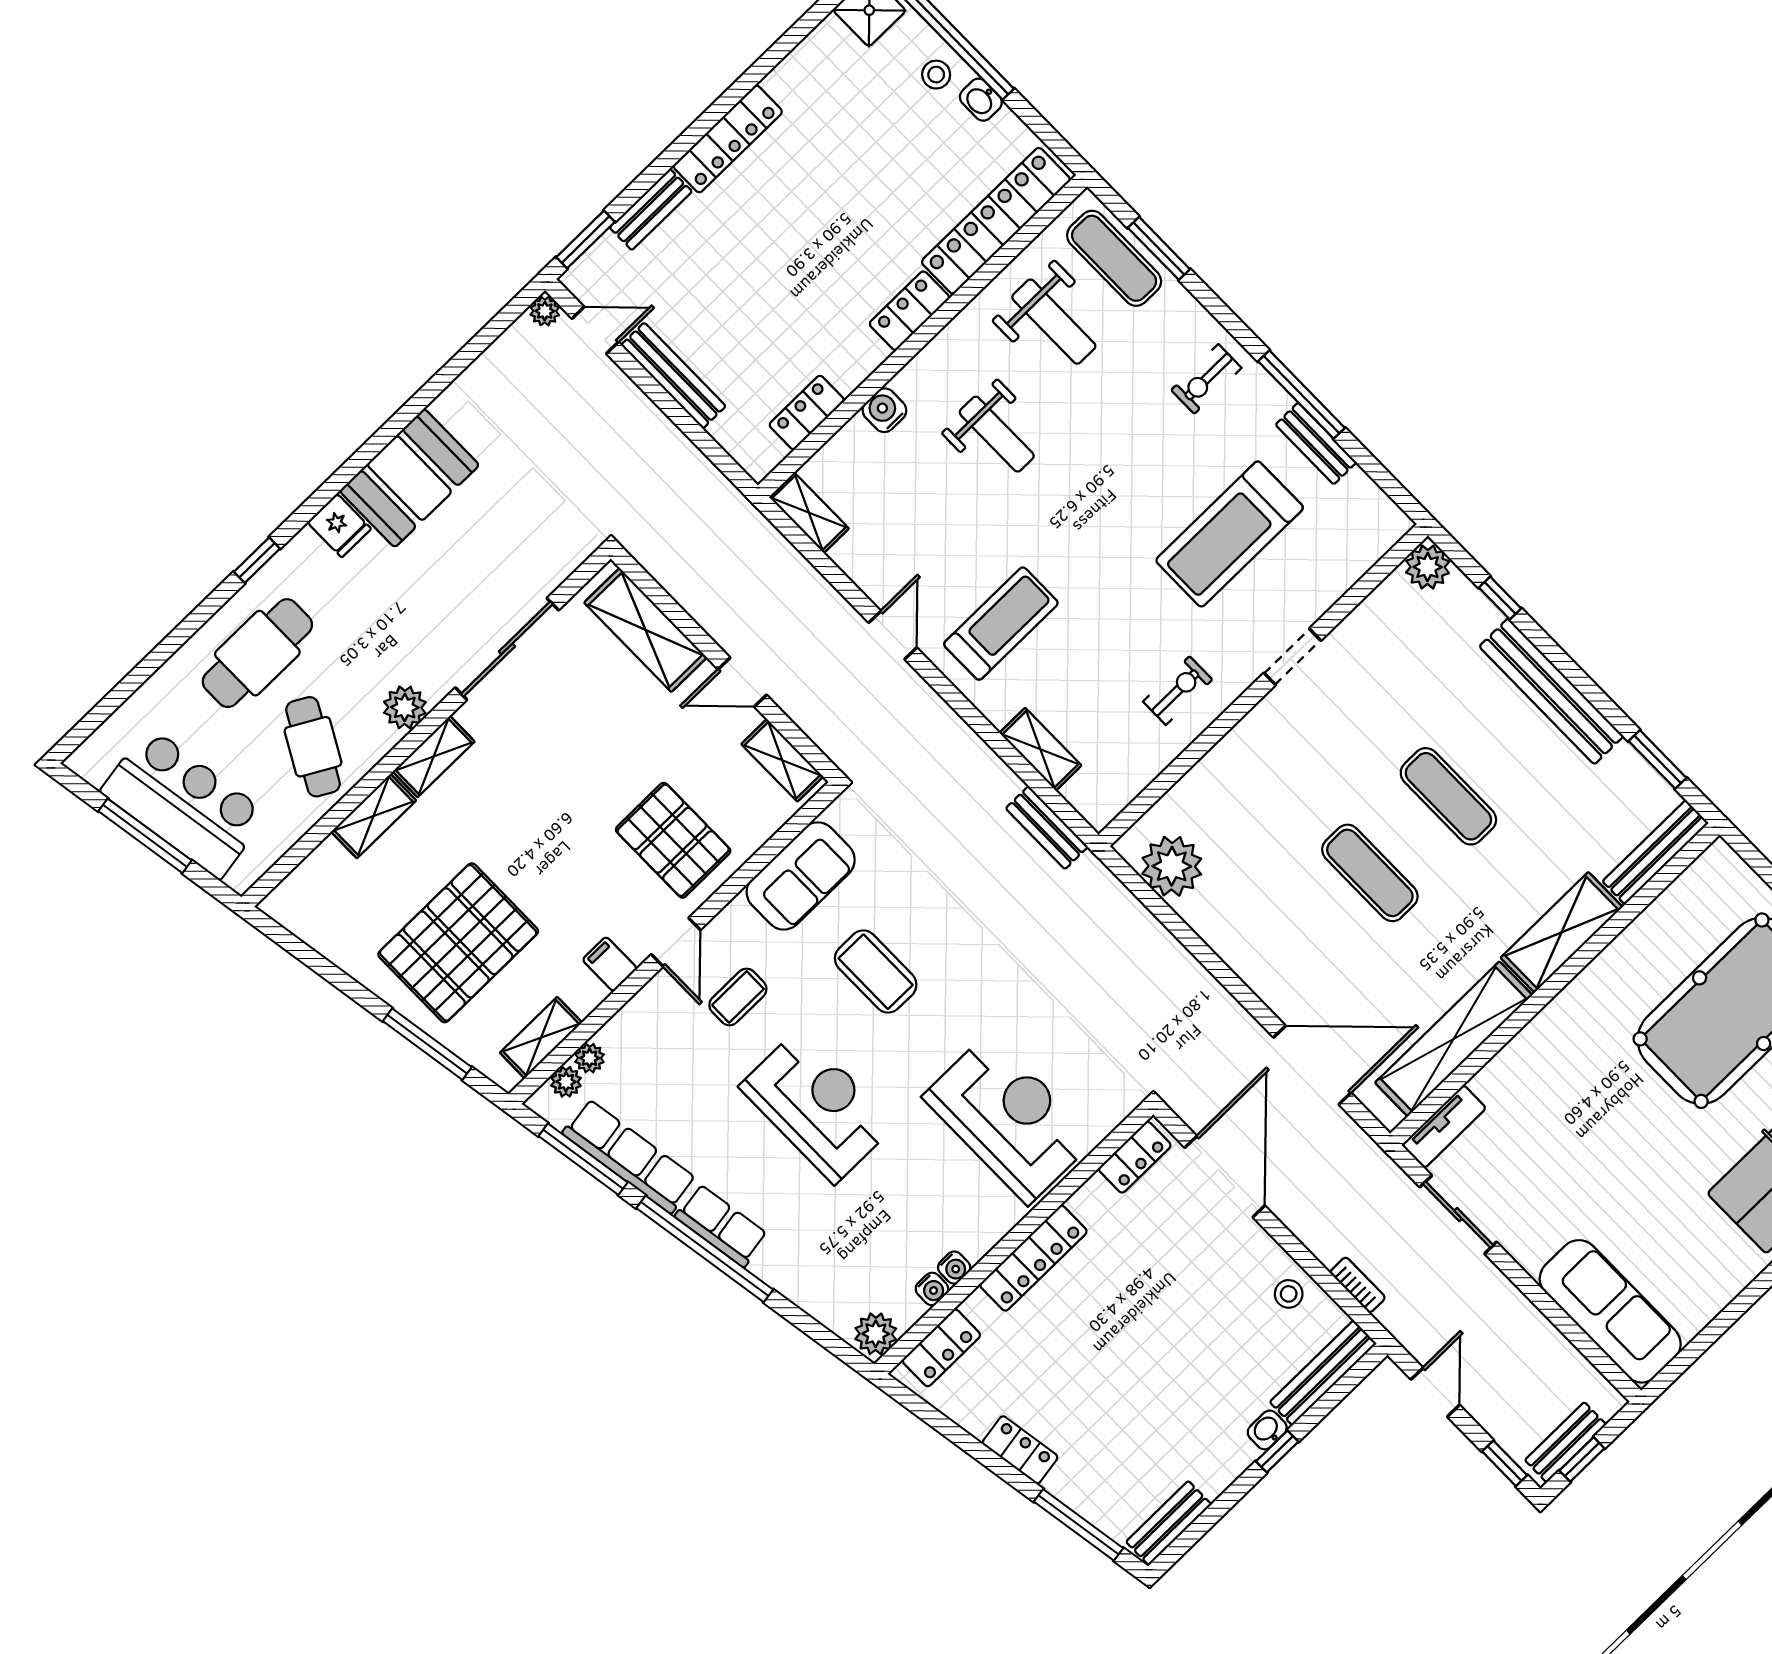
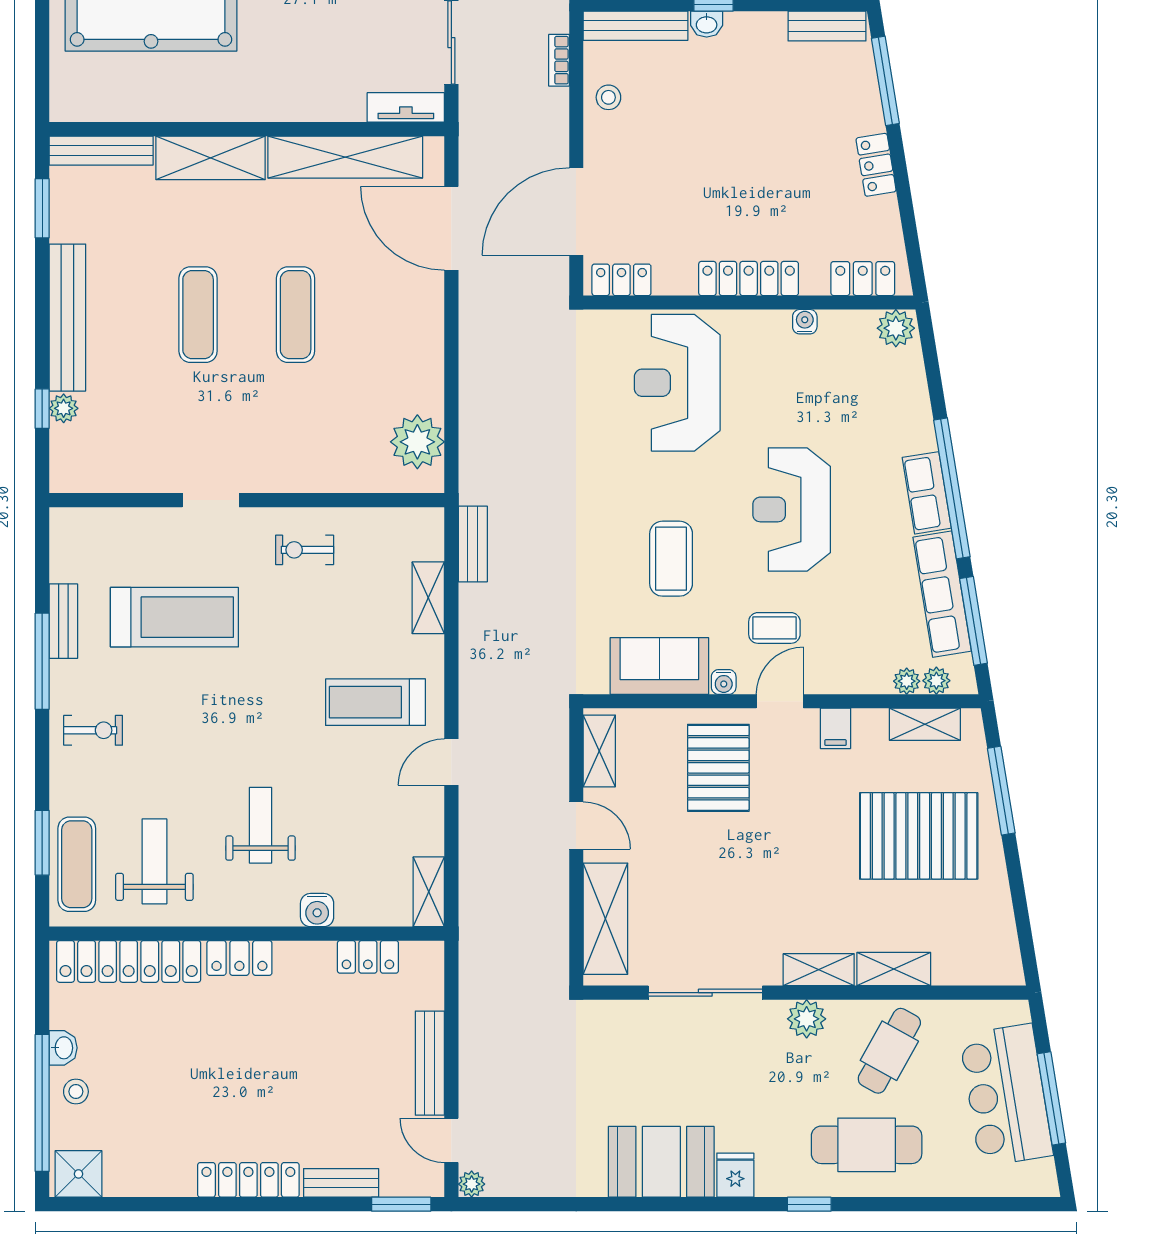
plant: (1428, 567) -> (64, 408), moved, width x0.73, depth x0.73
water cooler: (932, 1289) -> (724, 682), moved, turned 180

